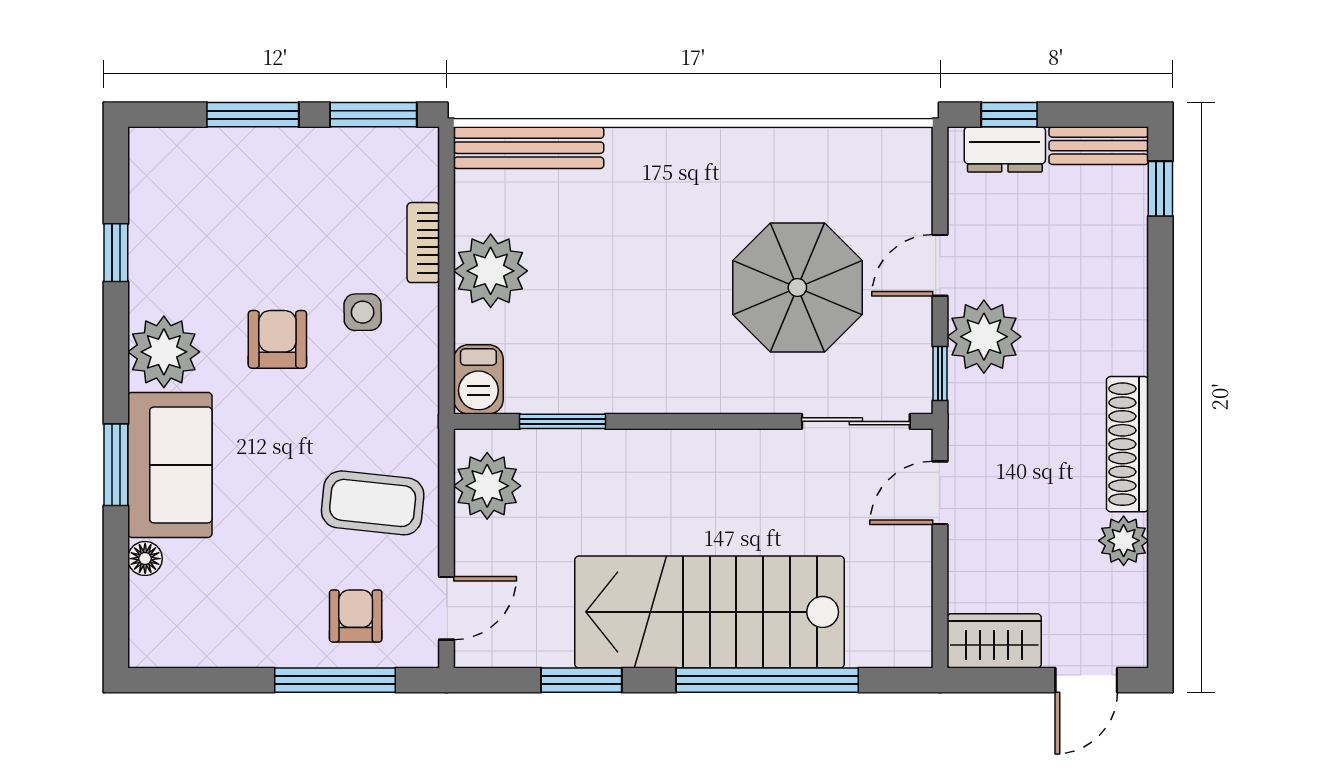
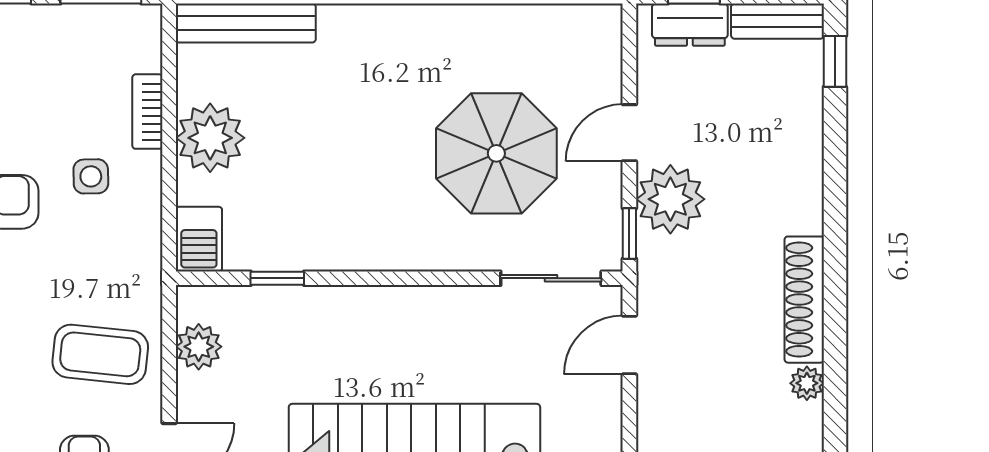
window: (562, 421) -> (277, 278), width x0.67
plant: (487, 486) -> (199, 347), width x0.73, depth x0.73
plant: (1124, 541) -> (807, 383), width x0.73, depth x0.73

